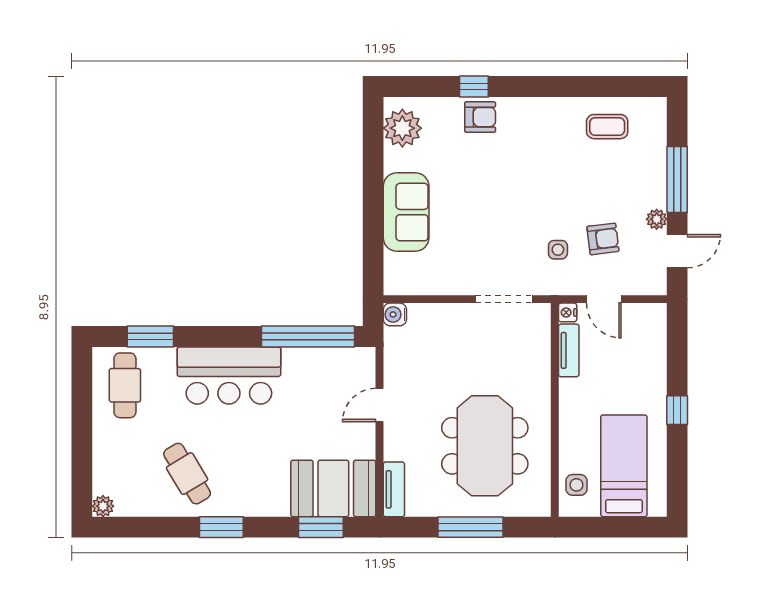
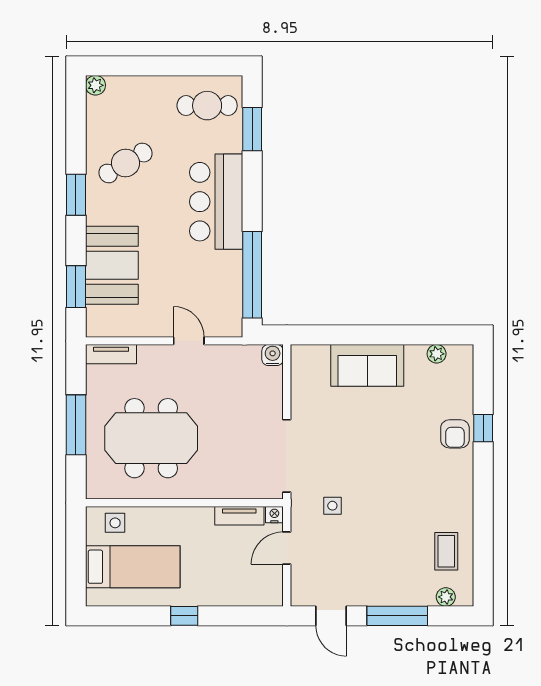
plant: (402, 128) -> (437, 354), width x0.53, depth x0.53
plant: (657, 219) -> (446, 597), moved
armchair: (603, 239) -> (342, 547), removed
doorway: (504, 299) -> (287, 456), width x1.36
booth: (333, 488) -> (112, 265), moved

